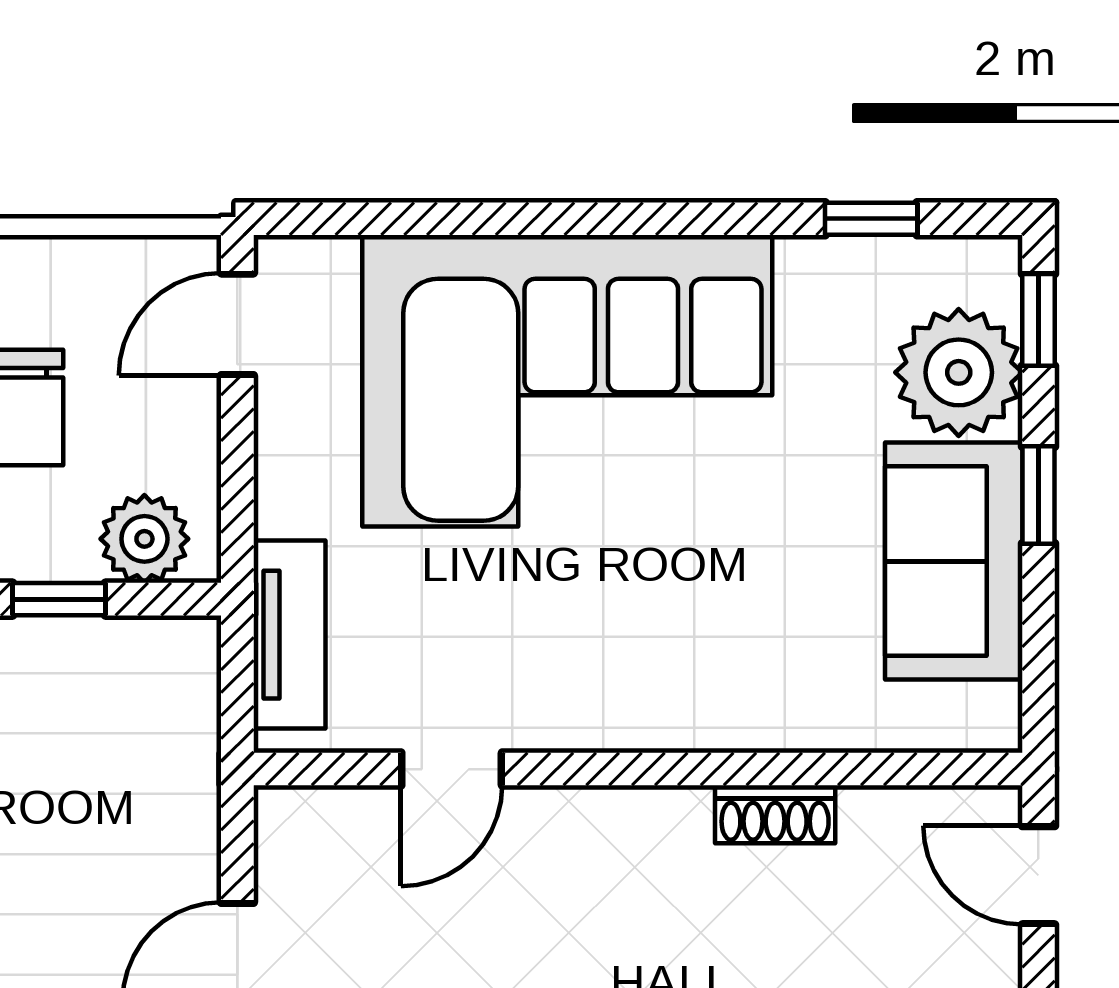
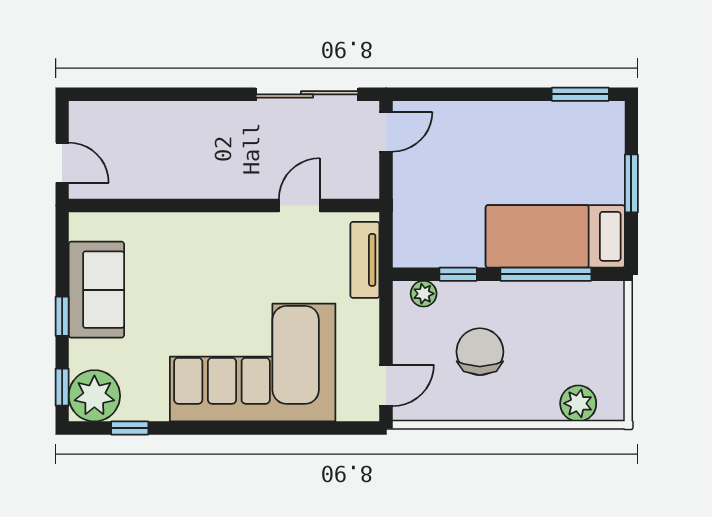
plant: (959, 372) -> (94, 396), moved
plant: (144, 539) -> (424, 294), width x0.73, depth x0.73
shoe rack: (775, 814) -> (169, 187), removed

